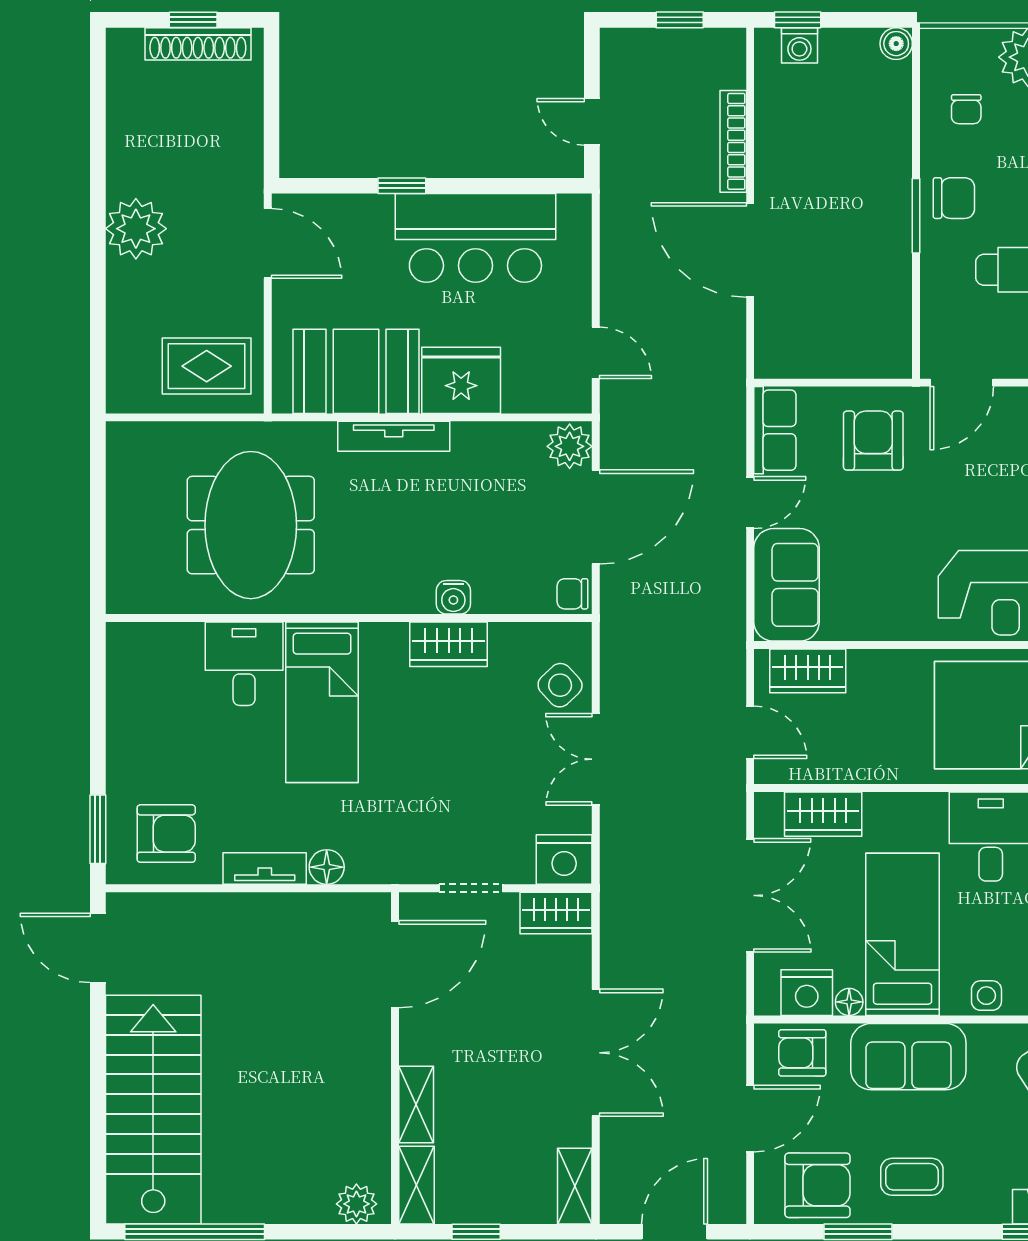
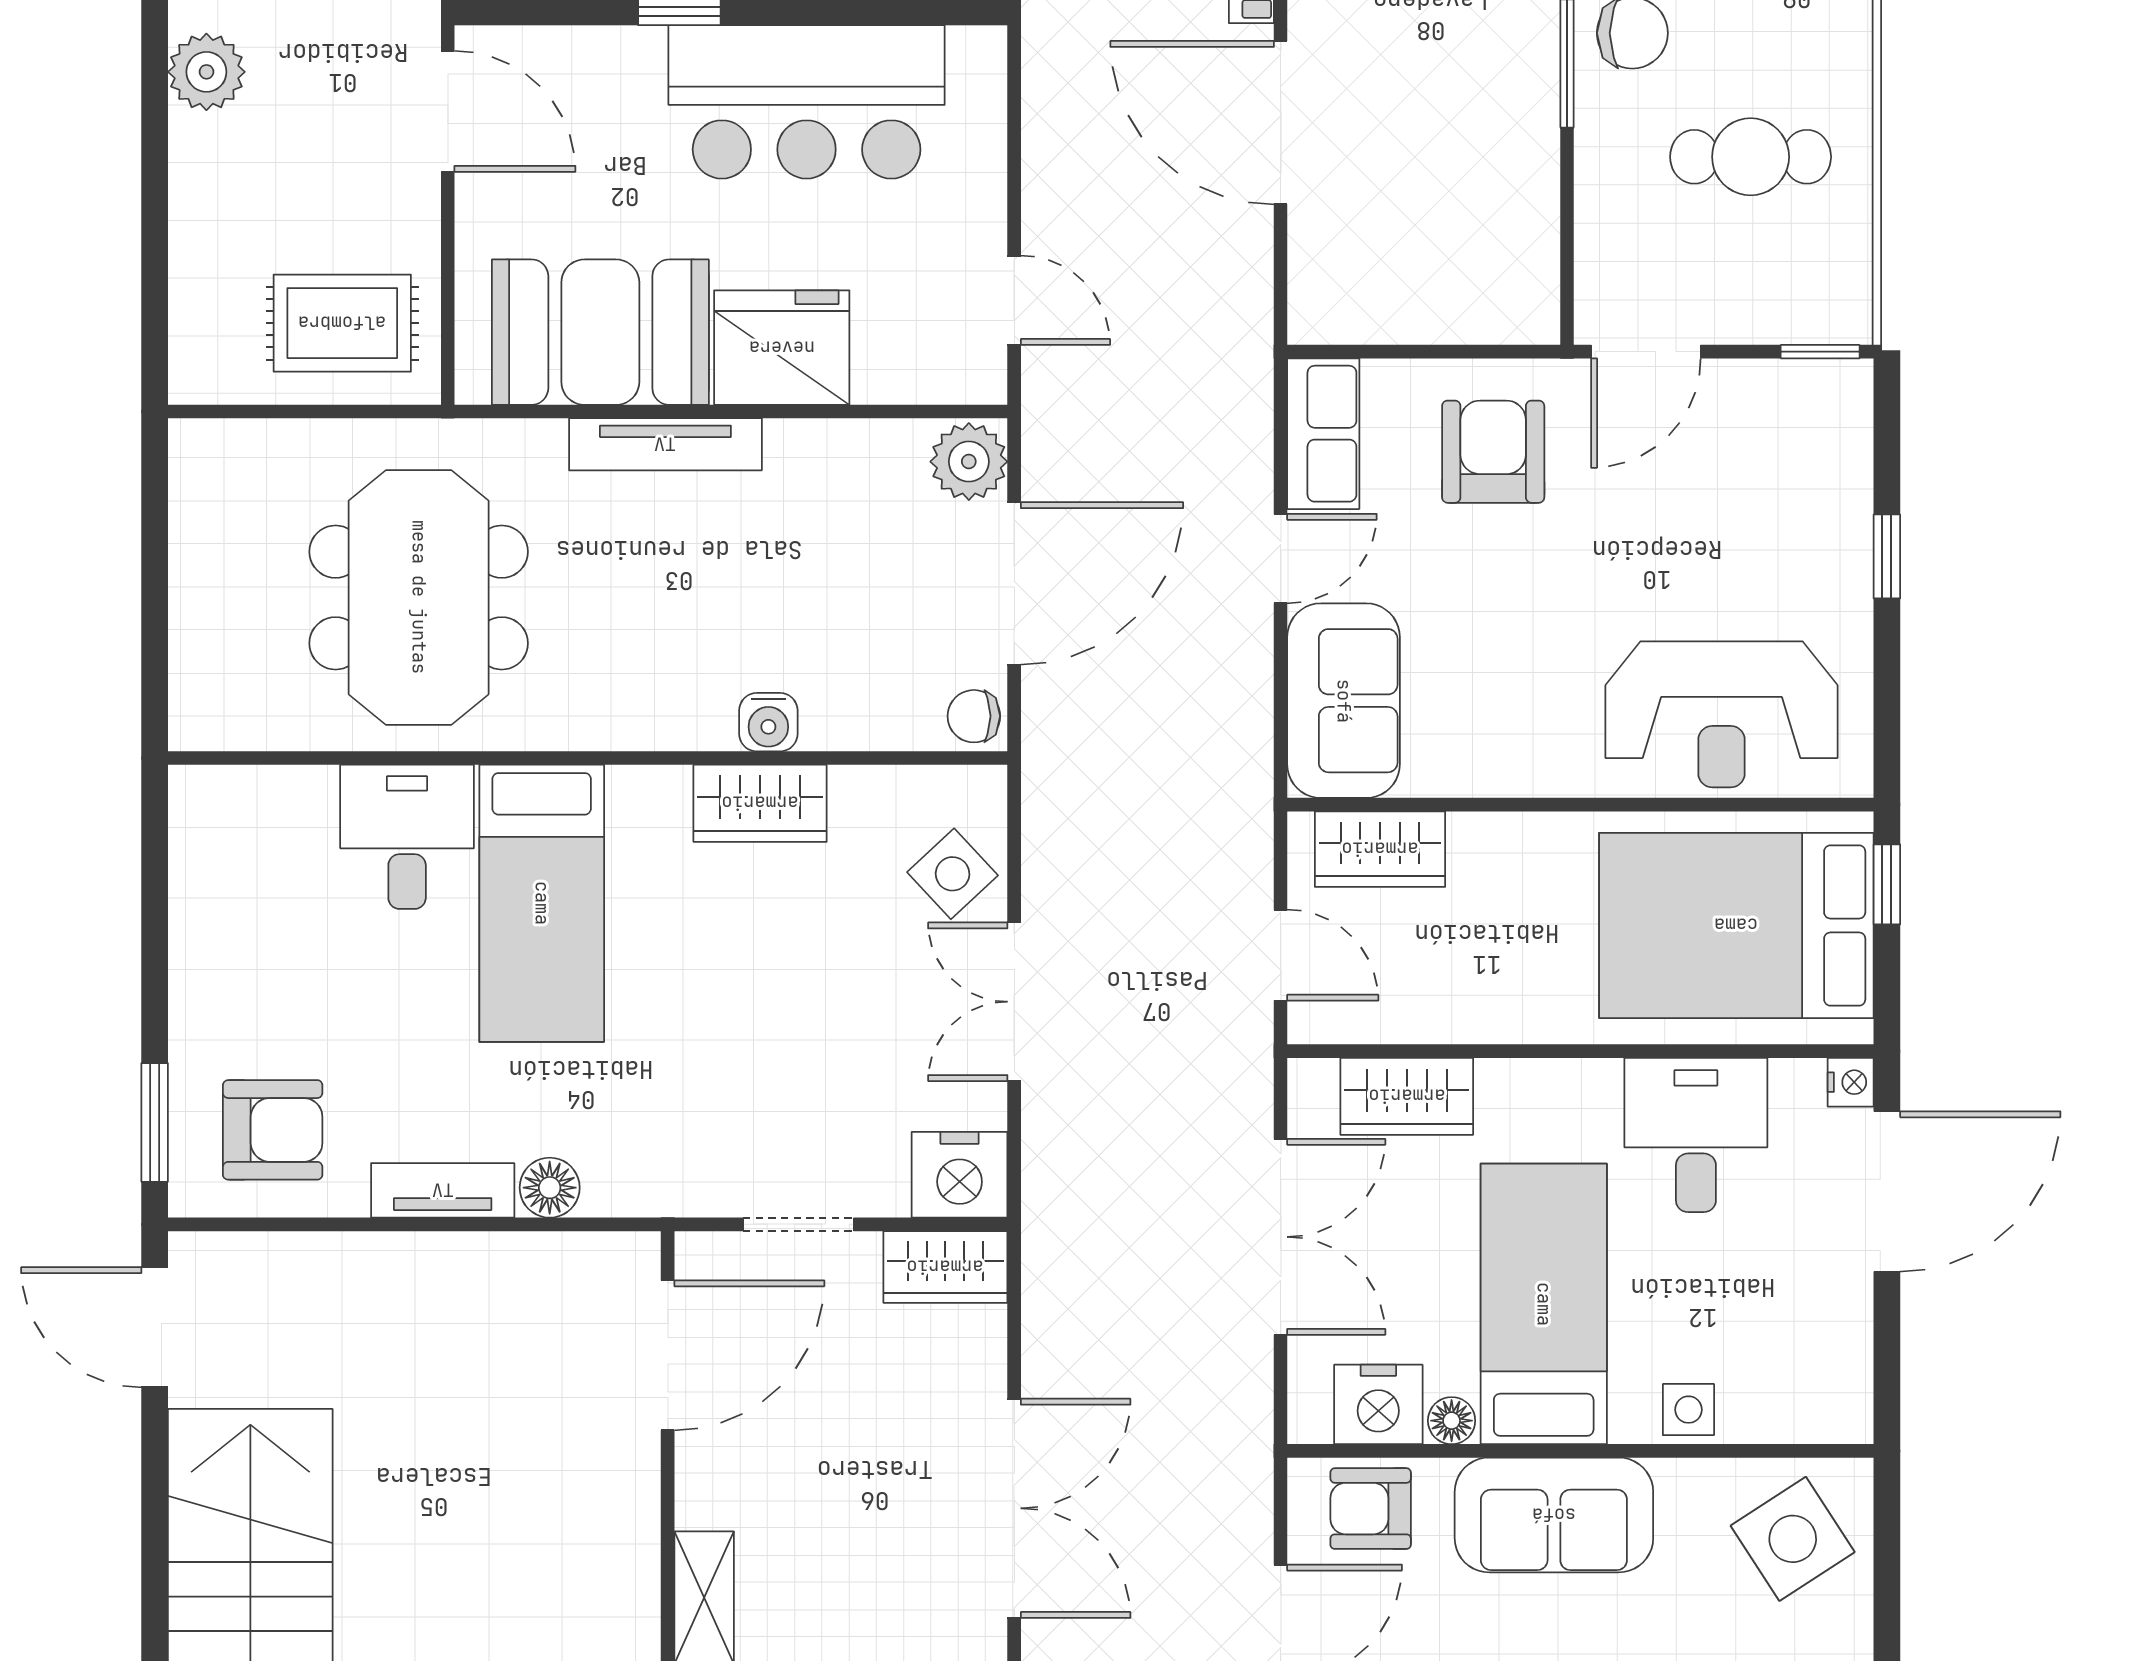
plant: (136, 229) -> (206, 72), width x0.73, depth x0.73

